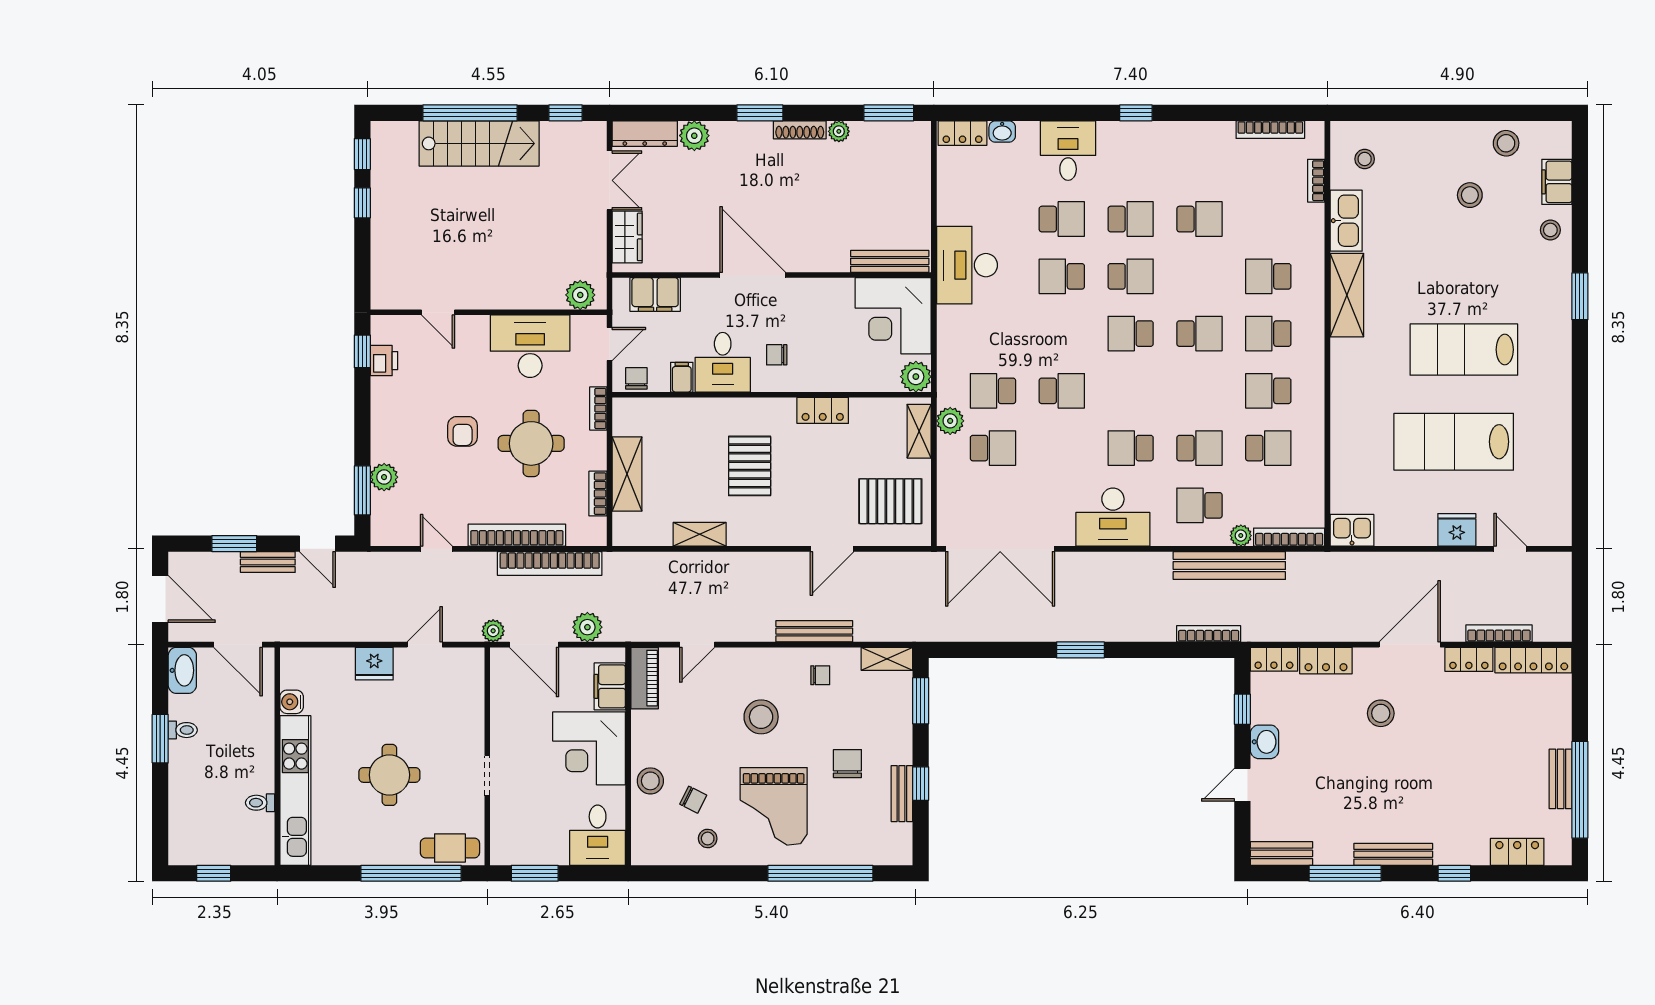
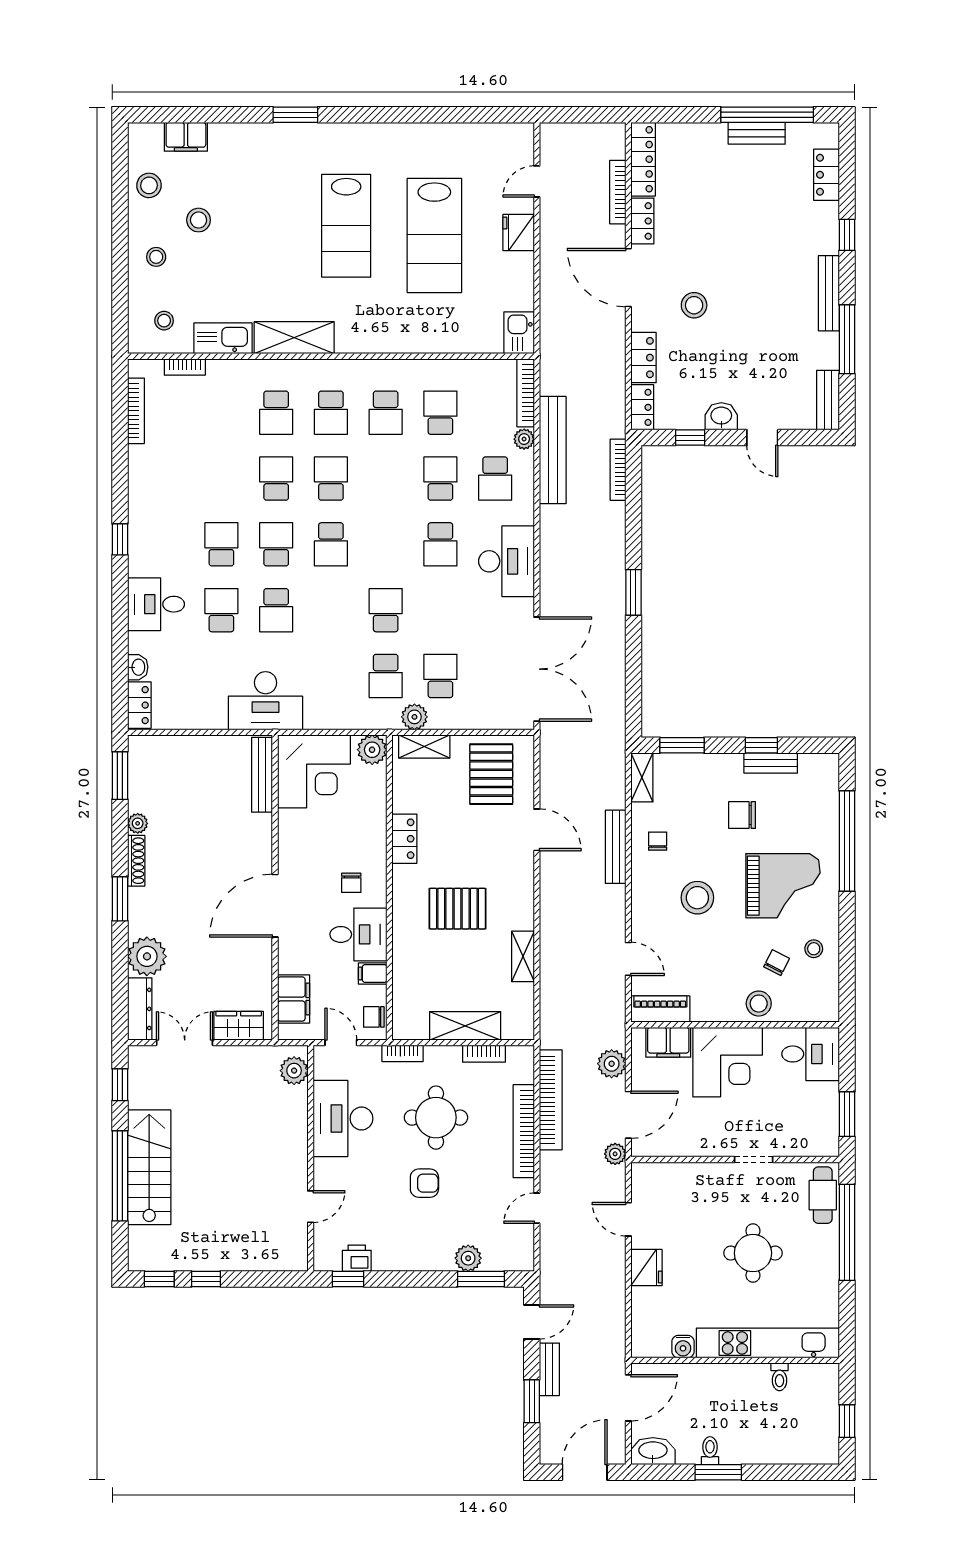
plant: (694, 136) -> (147, 956), width x1.36, depth x1.36
school desk: (1199, 219) -> (276, 479), moved
stool: (1550, 230) -> (156, 257), moved

